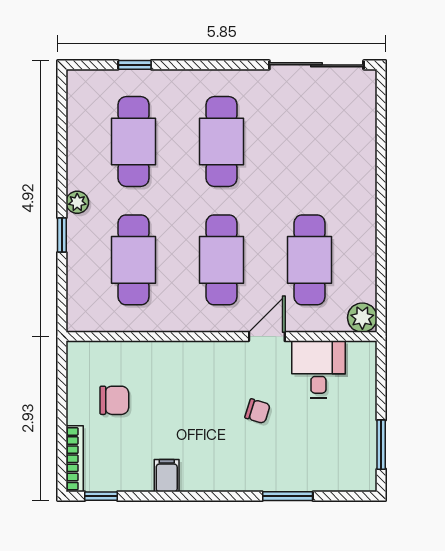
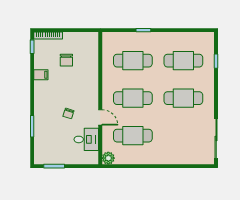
plant: (77, 202) -> (157, 37), removed
chair: (114, 400) -> (66, 60), moved

